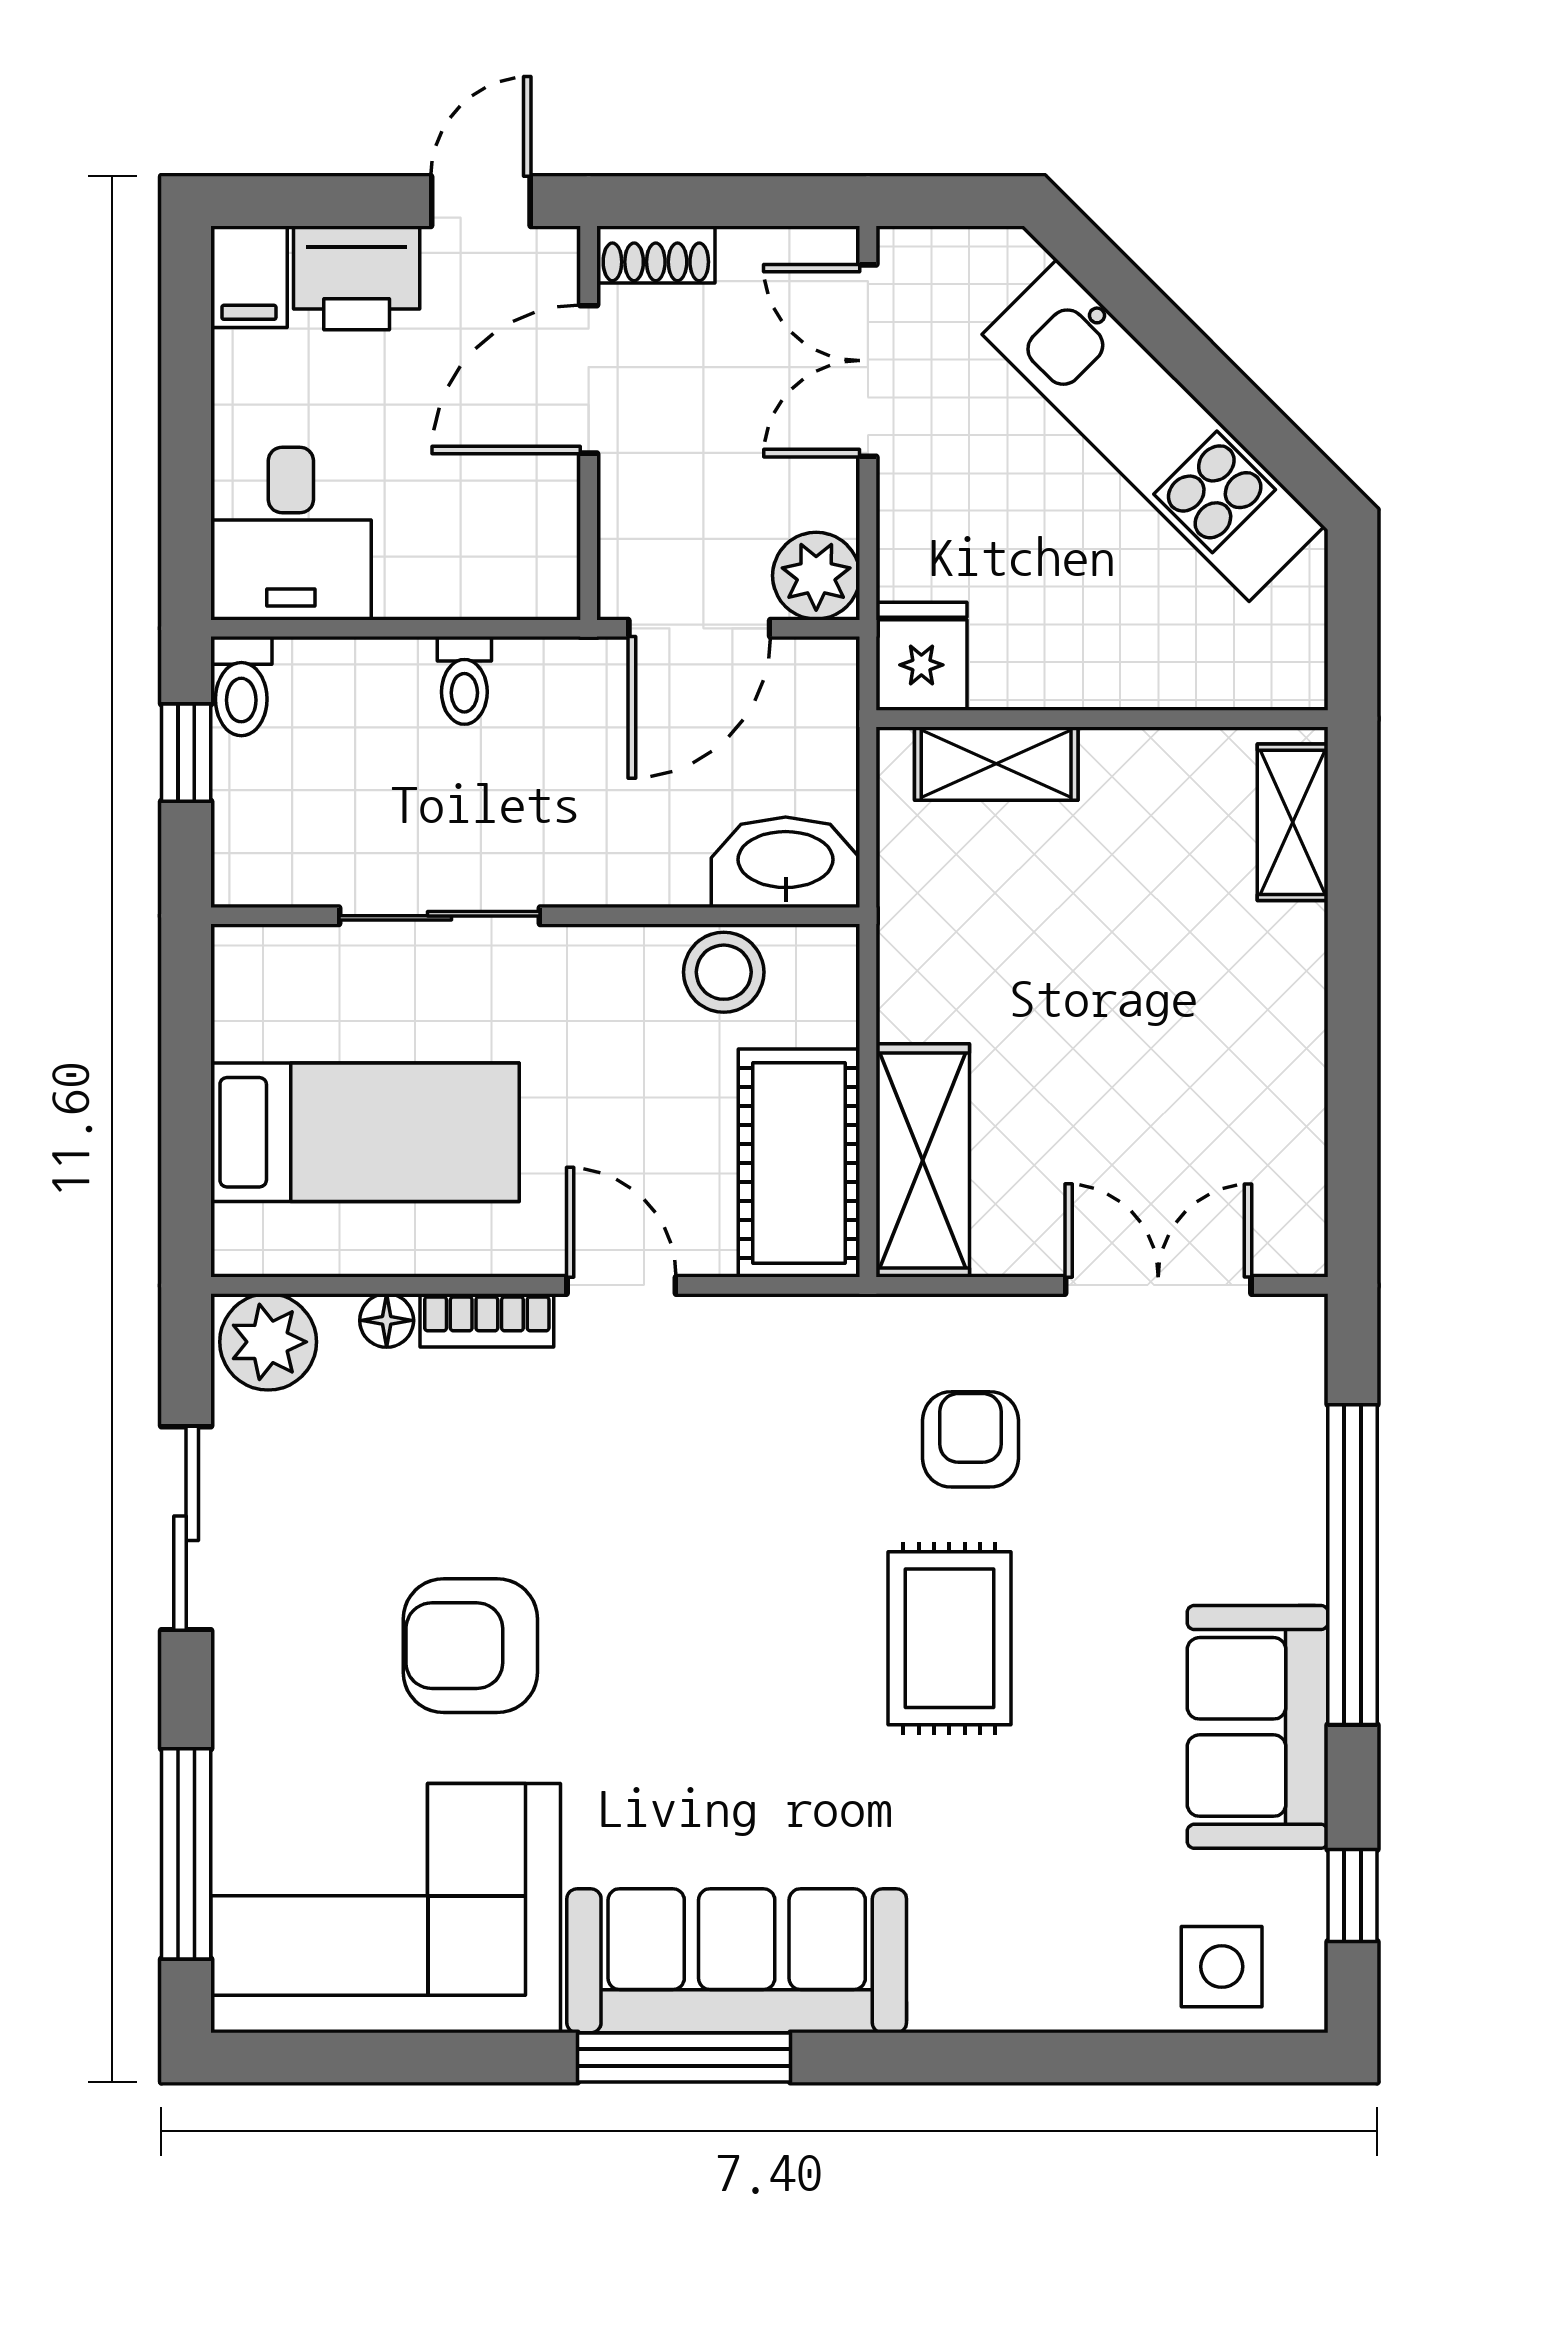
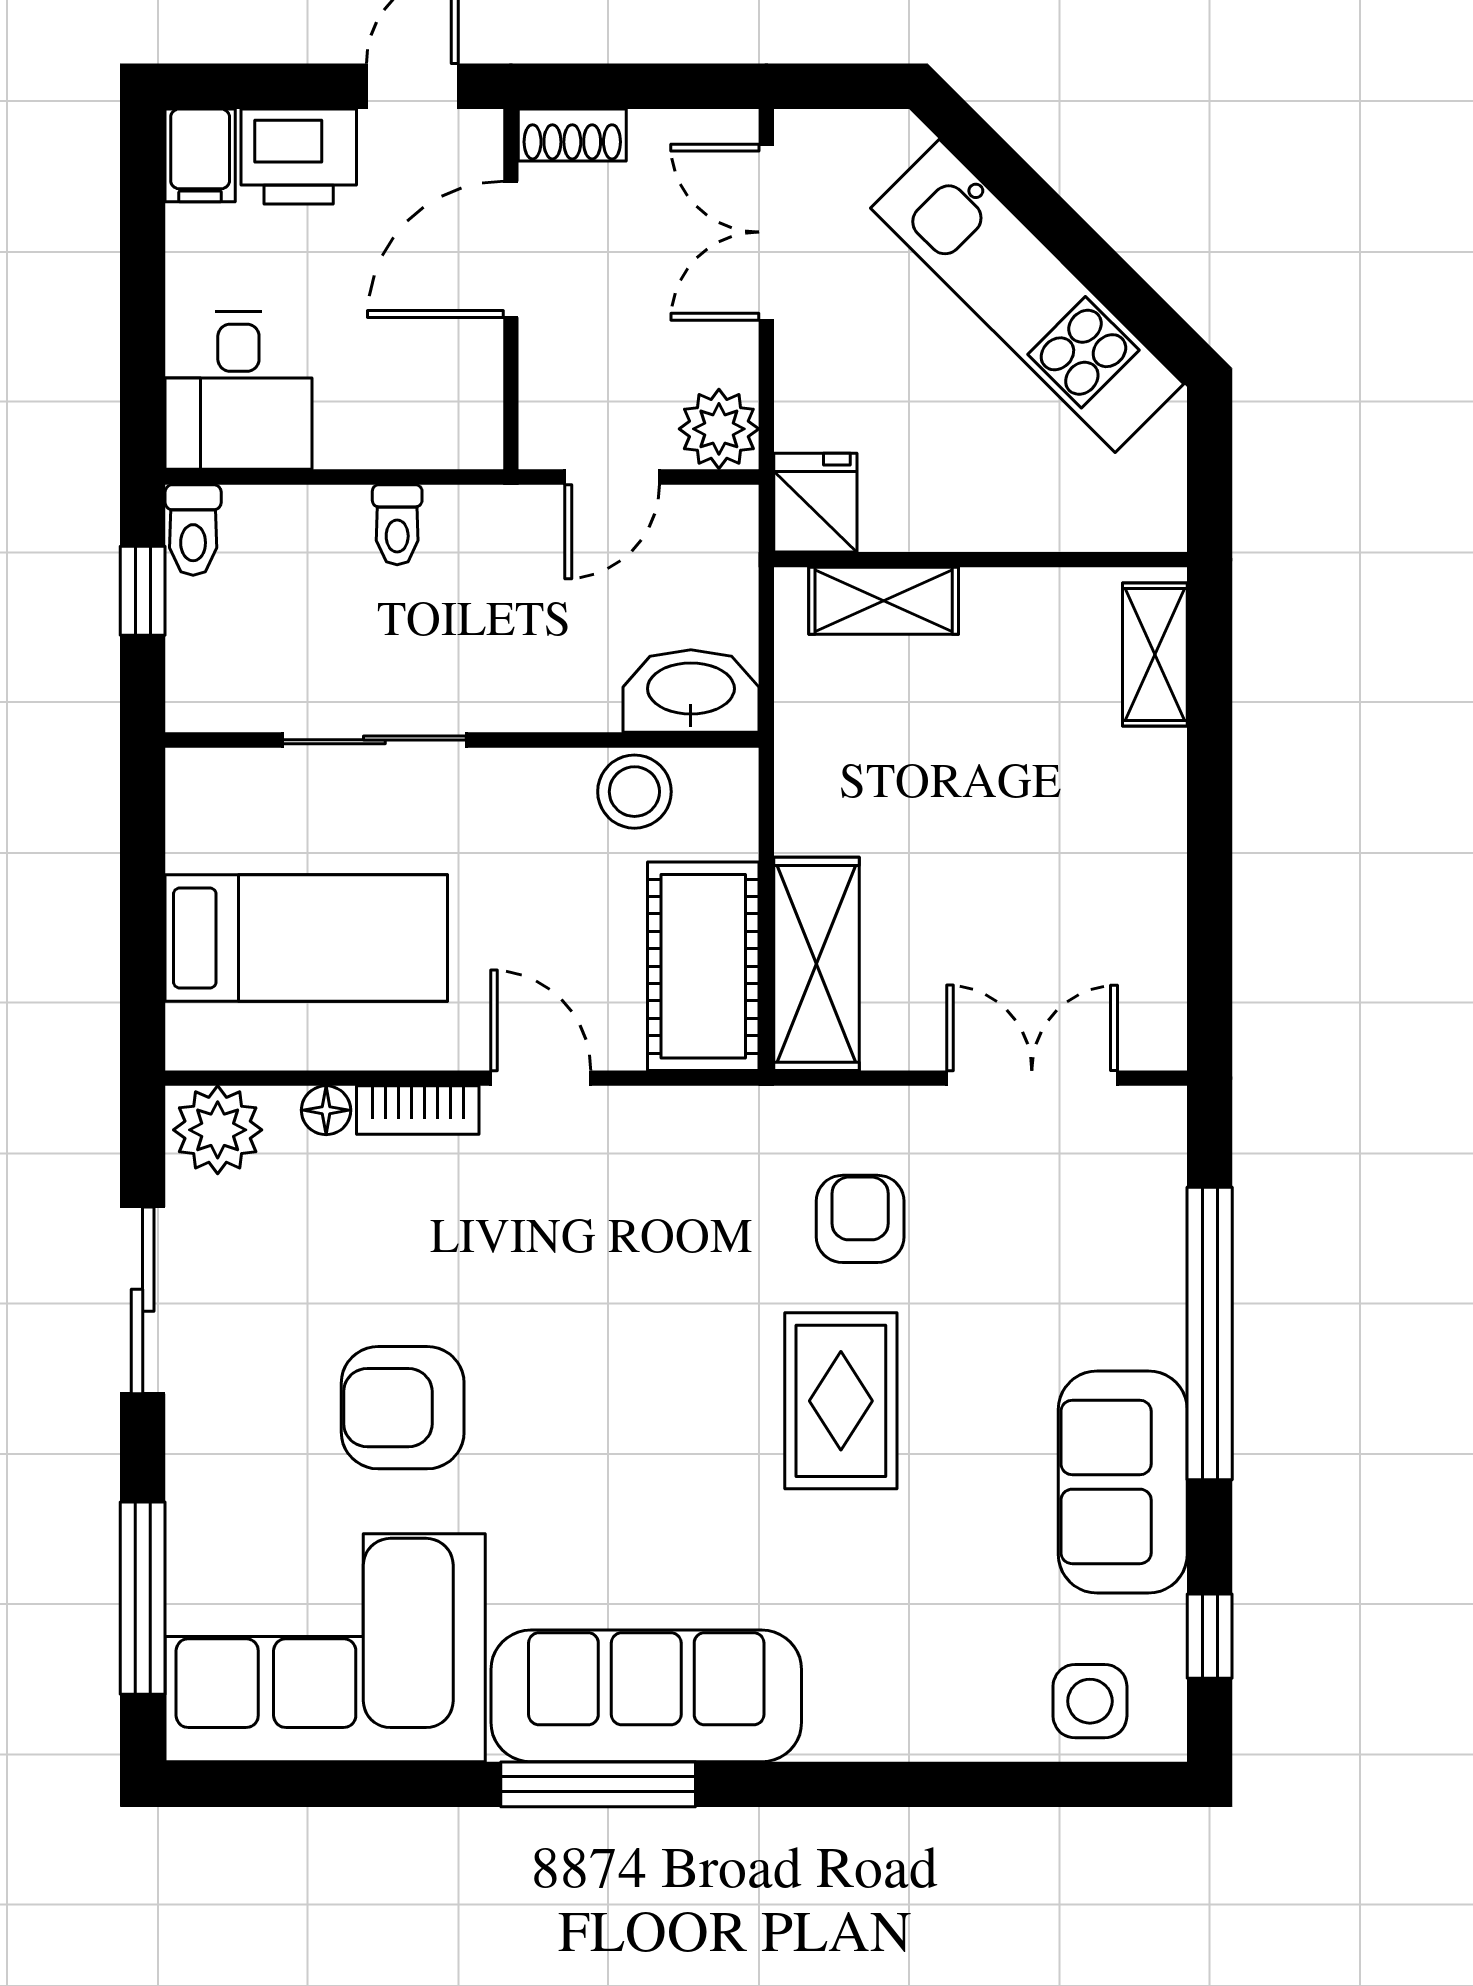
door: (699, 628) -> (612, 477), width x0.73

